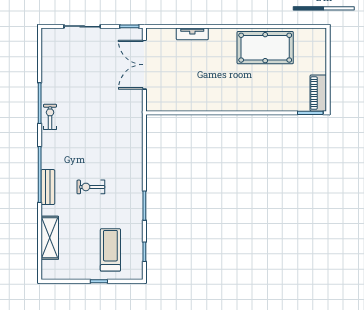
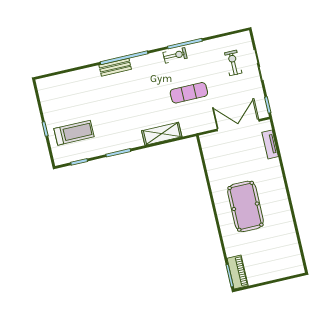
tv unit: (192, 34) -> (270, 144), moved
pool table: (265, 48) -> (246, 206), moved
piano: (318, 93) -> (238, 272), moved, turned 90
exercise mat: (95, 111) -> (189, 93), added
exercise bike: (91, 187) -> (233, 63), moved
shelving: (50, 238) -> (162, 134), moved

